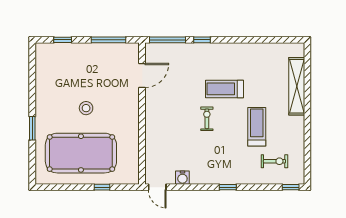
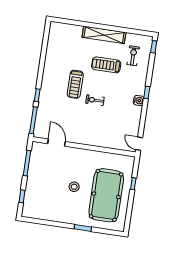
shelving: (297, 86) -> (104, 35), moved
water cooler: (182, 178) -> (139, 100), moved
door: (157, 187) -> (139, 144), swing flipped

